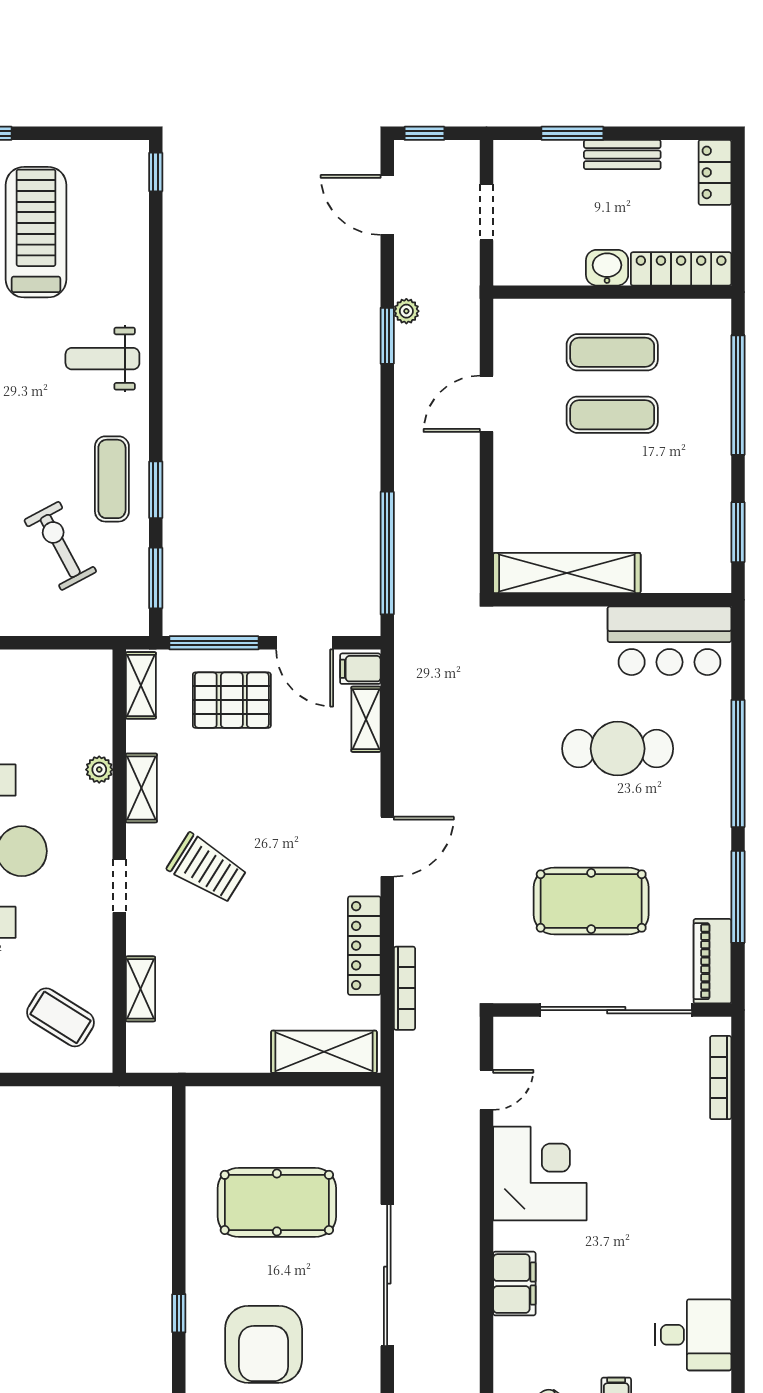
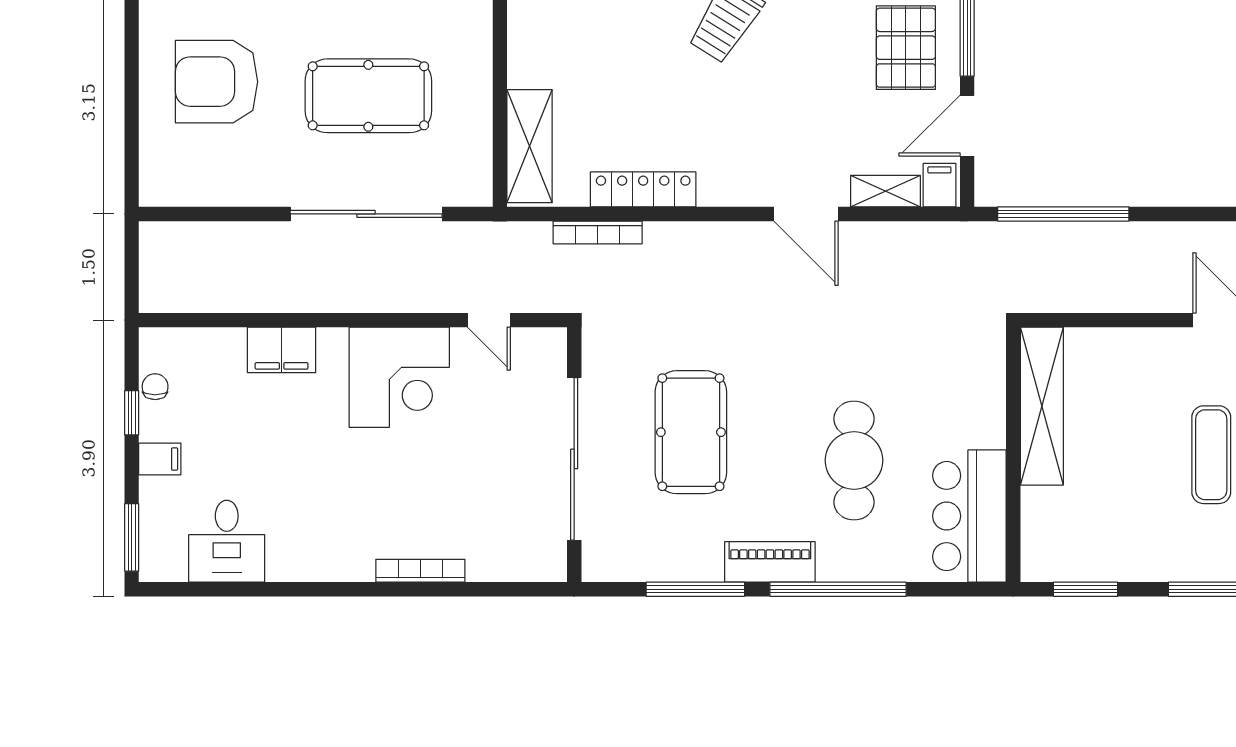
door: (387, 847) -> (806, 214), moved
piano: (712, 961) -> (770, 562), moved
bookcase: (721, 1078) -> (420, 571), moved
pool table: (277, 1202) -> (368, 96), turned 90
sliding door: (387, 1275) -> (366, 214), moved

